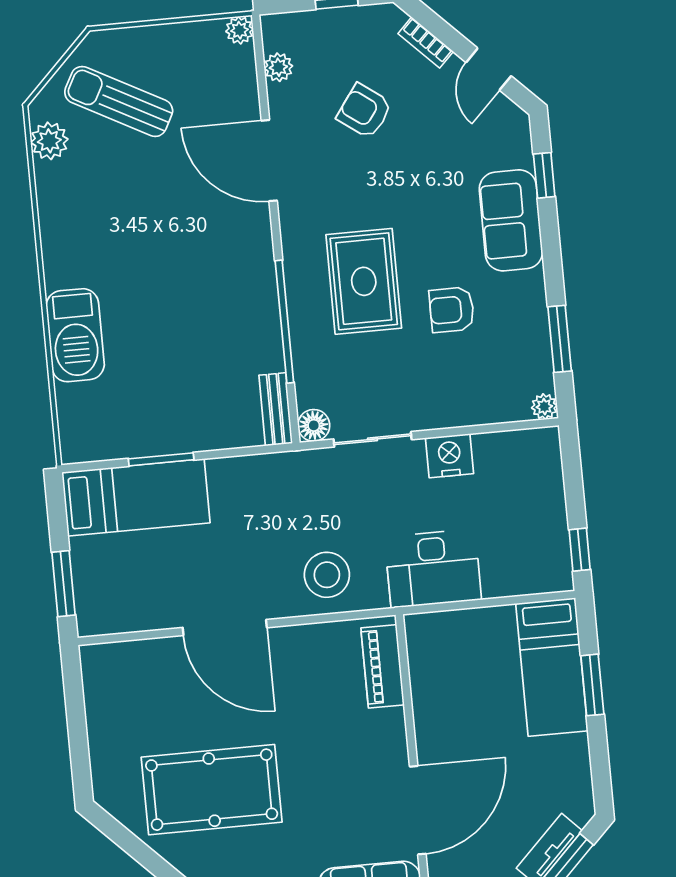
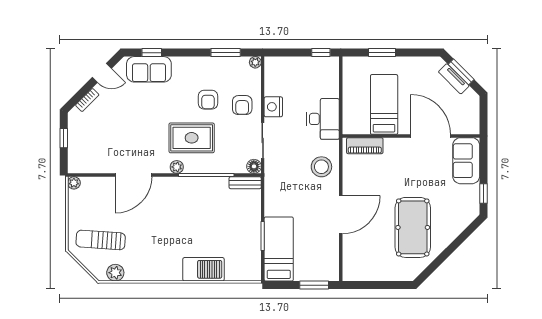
plant: (278, 67) -> (177, 167), moved
sun lounger: (119, 101) -> (101, 240), turned 66
armchair: (364, 111) -> (242, 105), moved, turned -36
sofa: (511, 220) -> (149, 69), moved
bed: (552, 667) -> (384, 104), moved, turned -90

